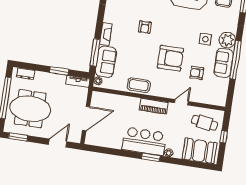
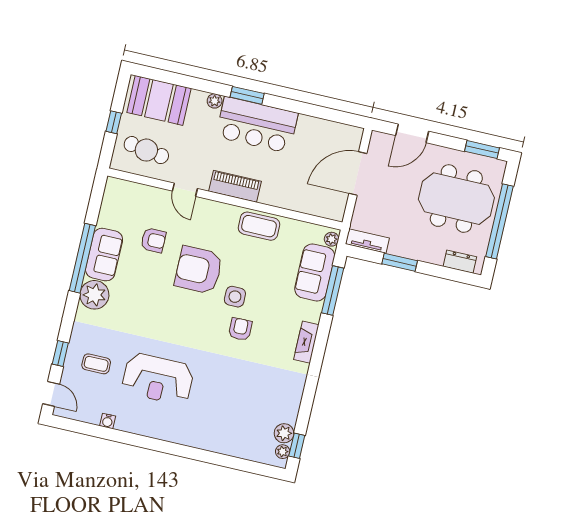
fireplace: (106, 34) -> (306, 342), moved
side table: (205, 39) -> (235, 297), moved
door: (181, 102) -> (185, 190), hinge flipped

